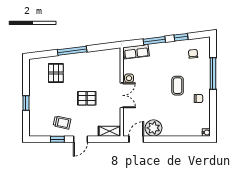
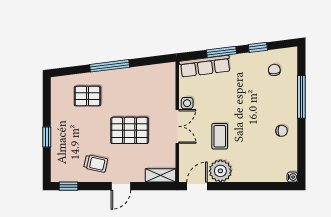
row of seats: (136, 52) -> (205, 66), width x1.48
pallet: (56, 73) -> (87, 96), turned 90
coffee table: (178, 86) -> (220, 136), moved
pallet: (87, 98) -> (130, 130), width x1.50, depth x1.42
window: (57, 139) -> (69, 186), moved

